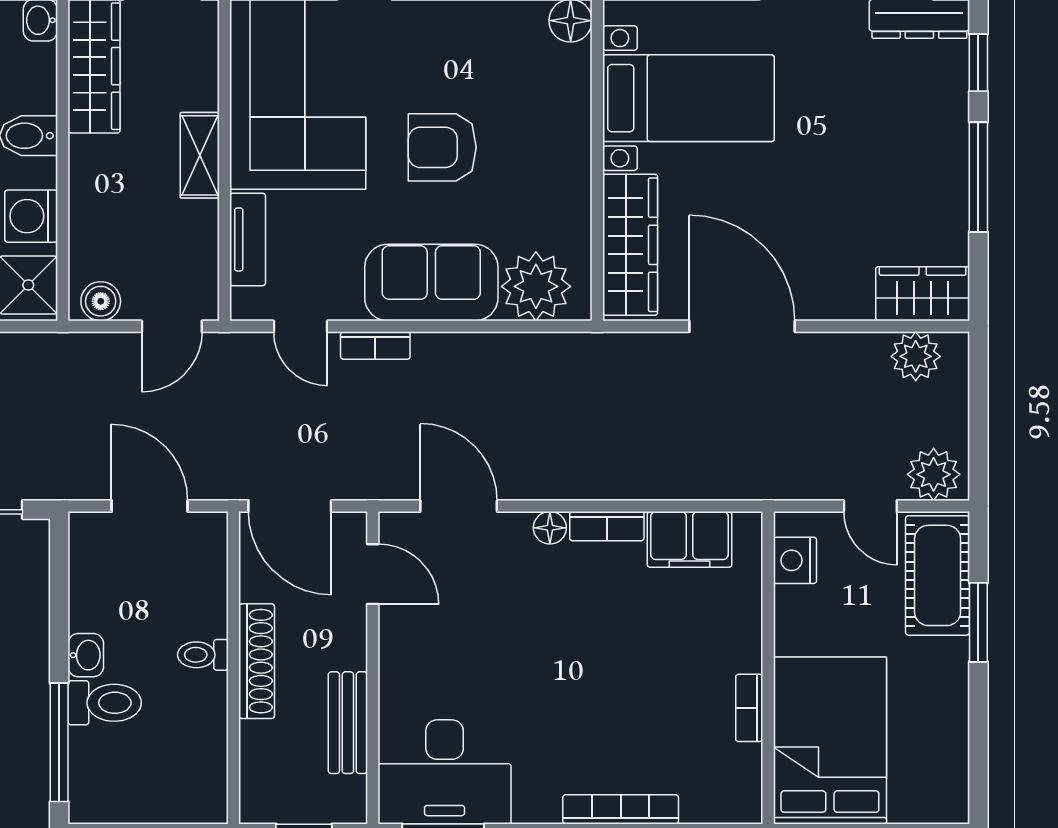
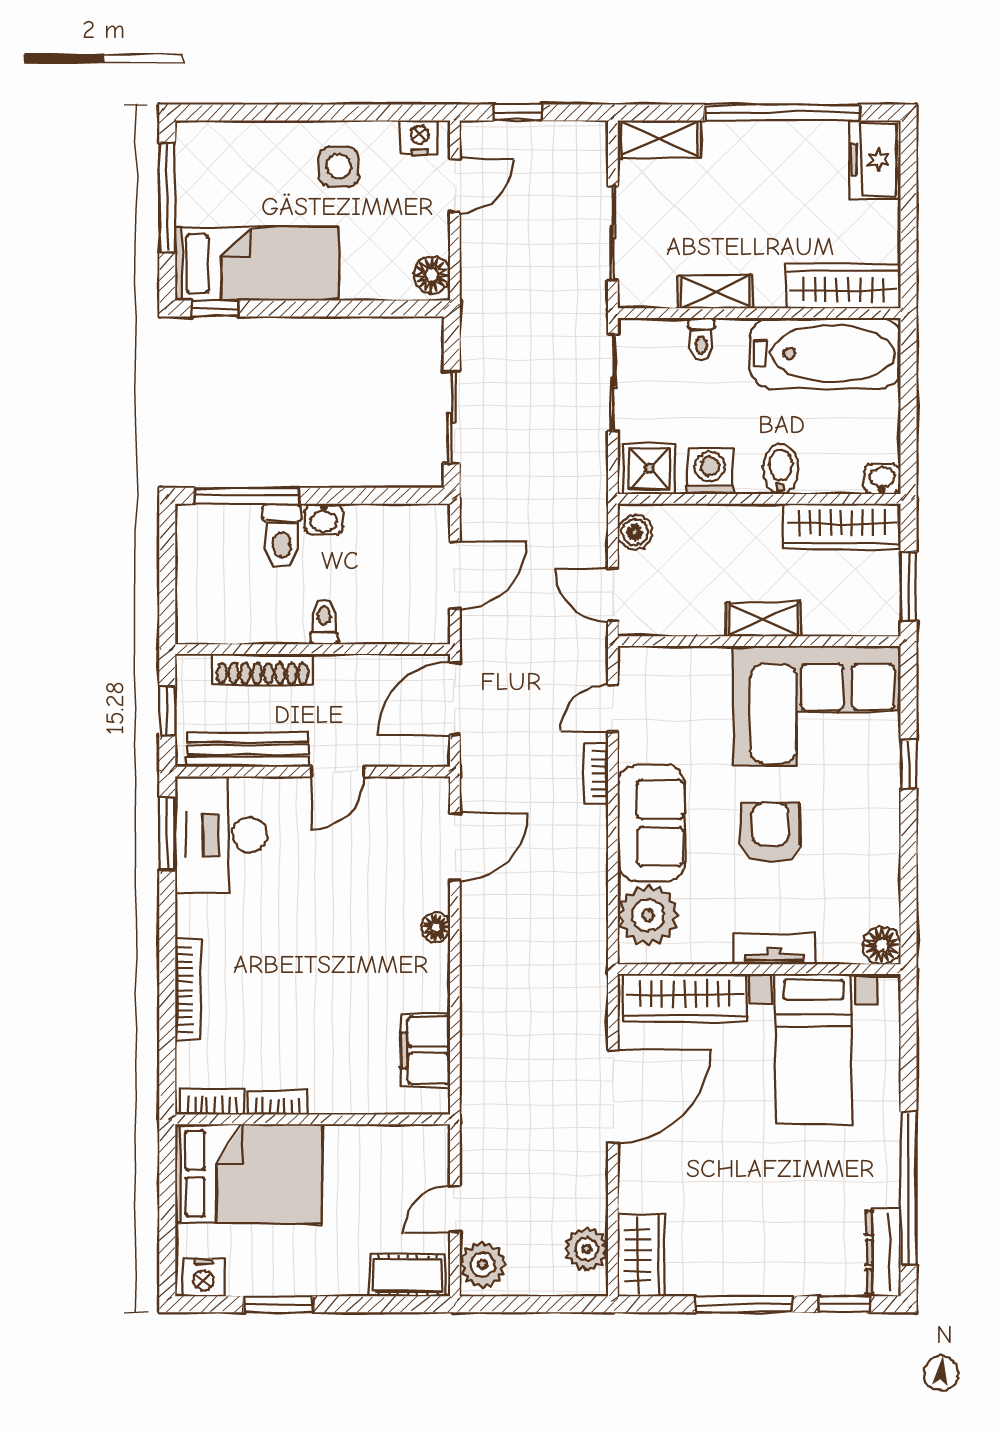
tv unit: (248, 239) -> (774, 949), moved, turned 180
bookcase: (607, 526) -> (212, 1102), moved, turned 90
nightstand: (795, 560) -> (204, 1277), moved, turned 180
door: (373, 574) -> (338, 772), moved
cot: (938, 575) -> (408, 1275), width x0.73, depth x0.75
window: (978, 622) -> (278, 1304), moved
shoe rack: (257, 661) -> (263, 669), moved
bench: (348, 723) -> (248, 750), width x1.36

